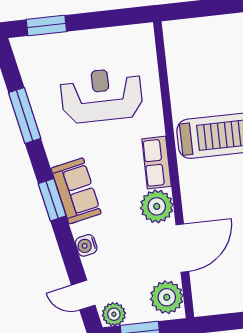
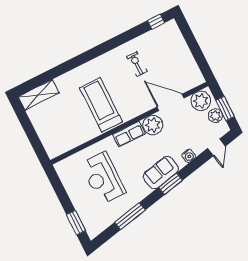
plant: (114, 314) -> (215, 116), moved

